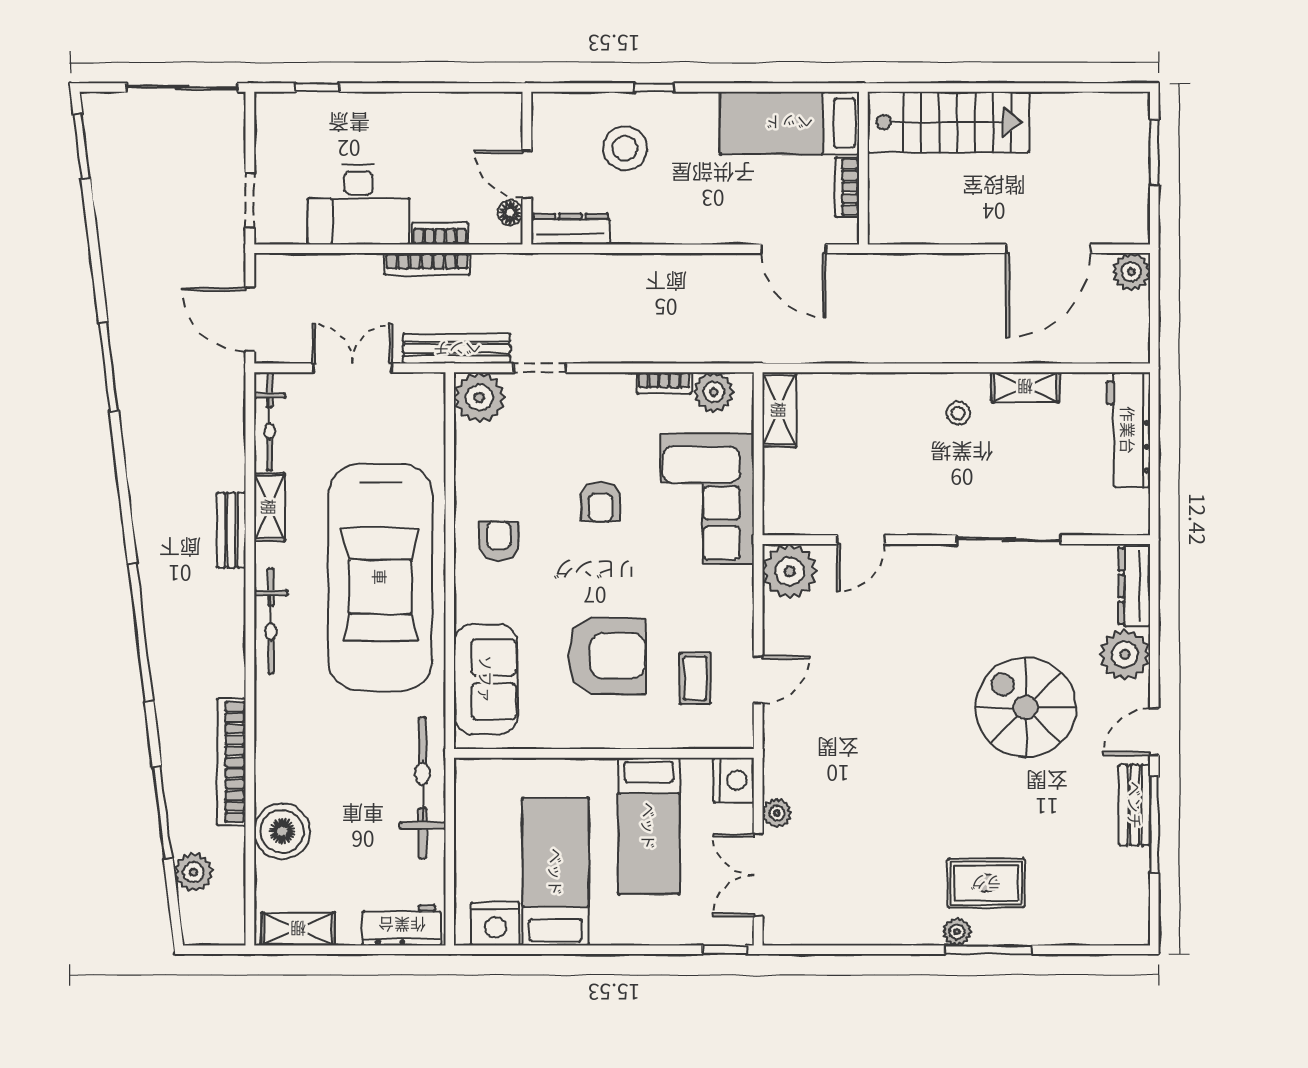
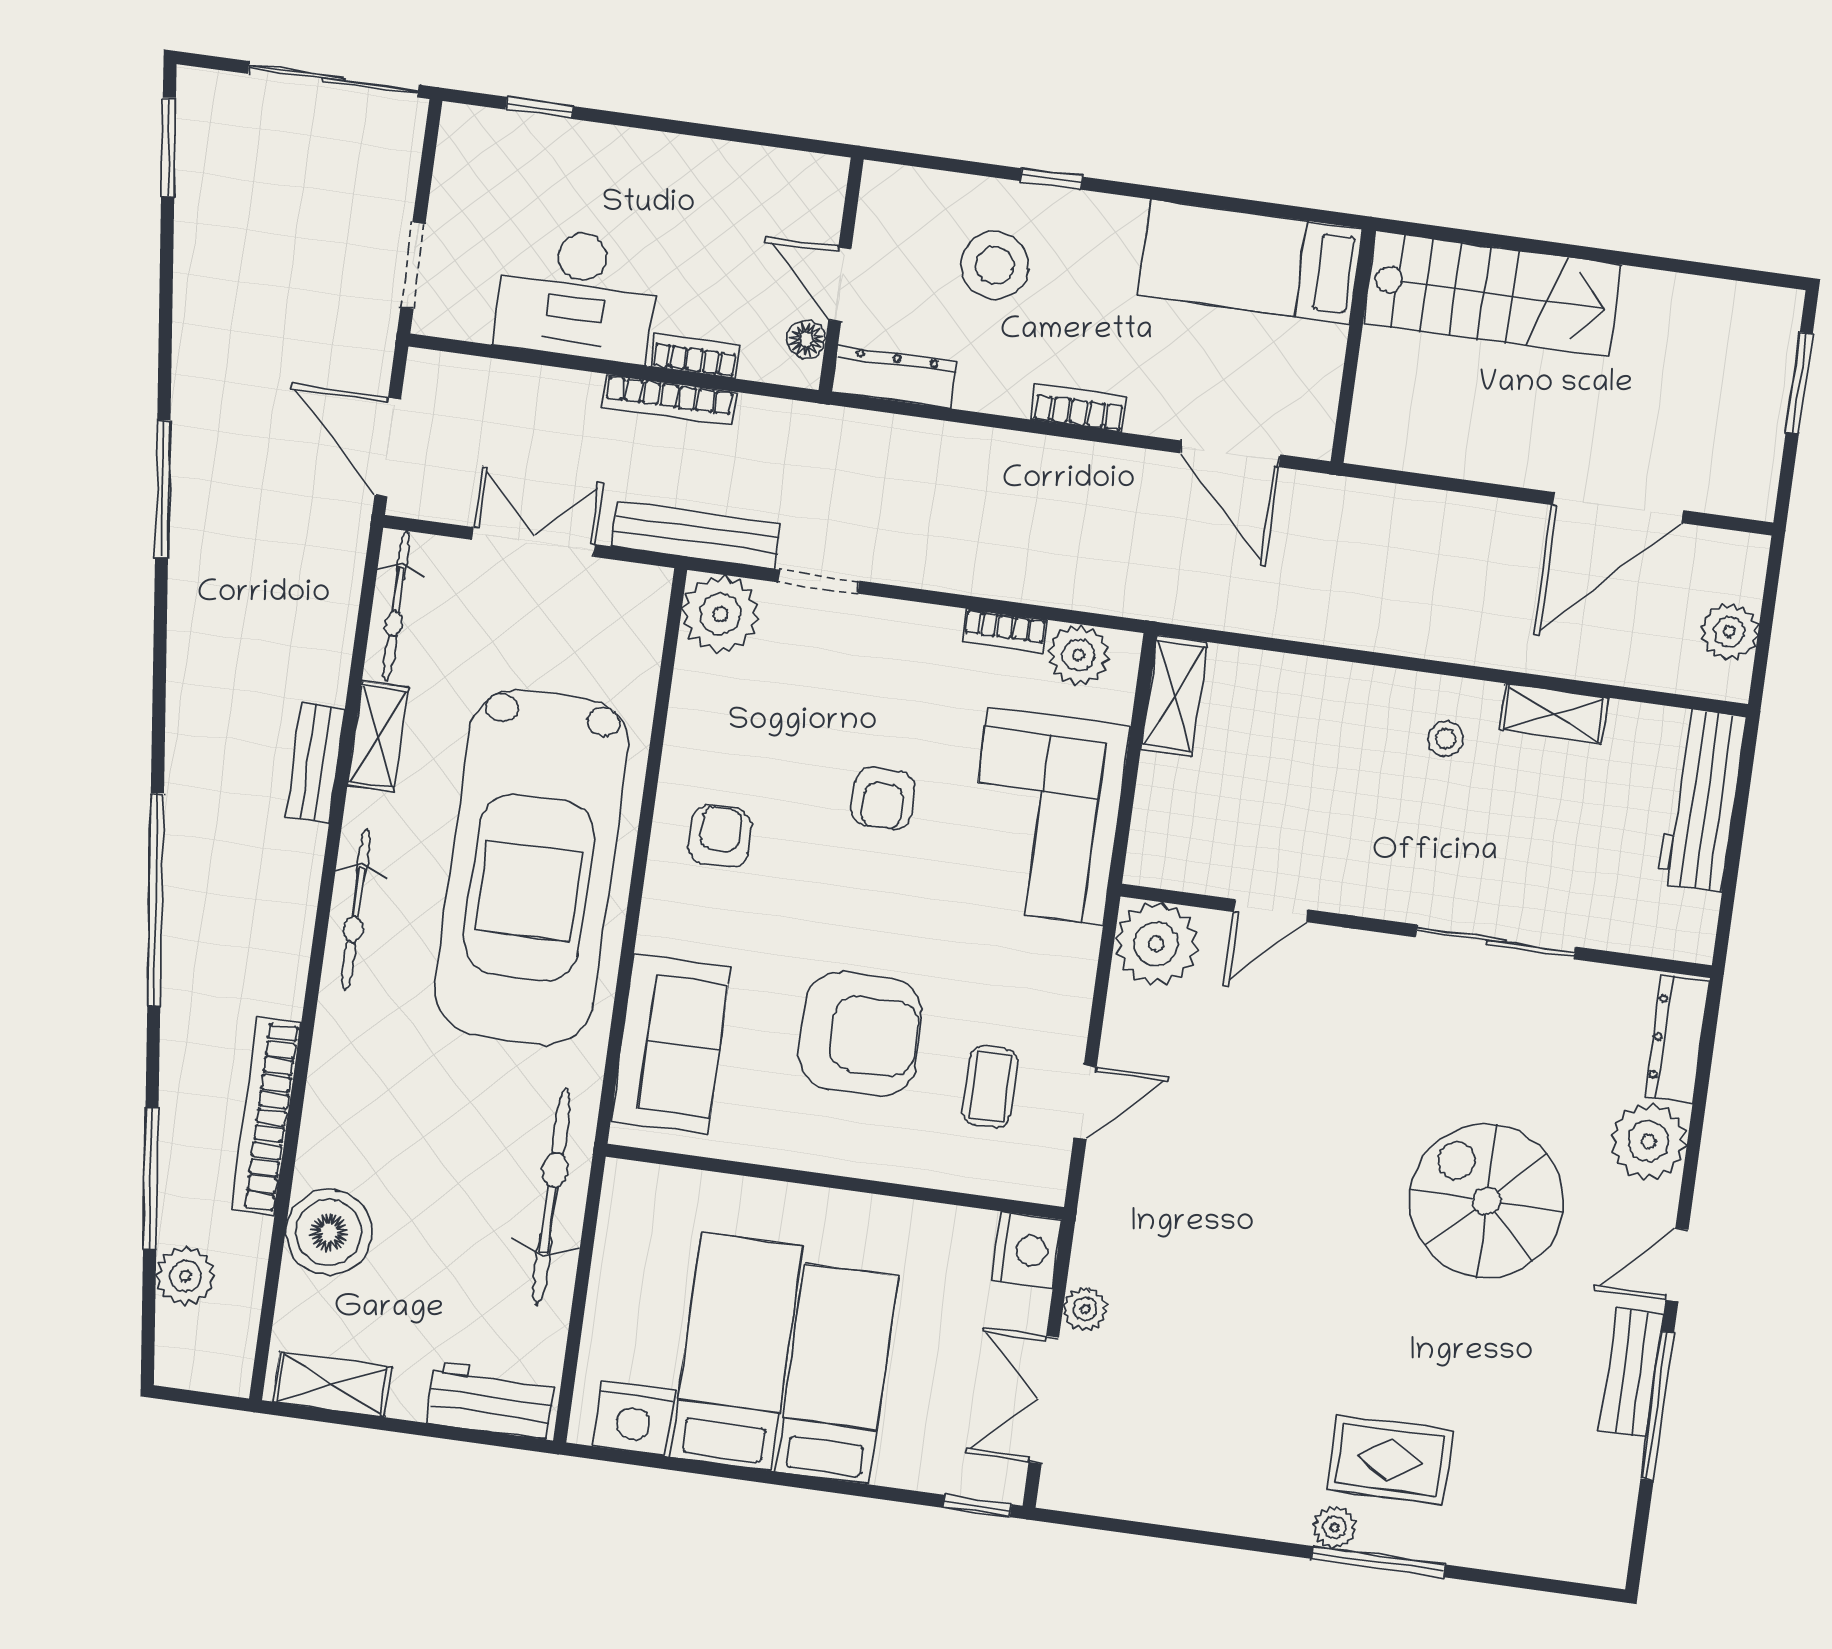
bookcase: (847, 187) -> (1079, 408), moved, turned 90
plant: (1131, 272) -> (1729, 632), moved
bed: (649, 826) -> (837, 1374), moved, turned 180

